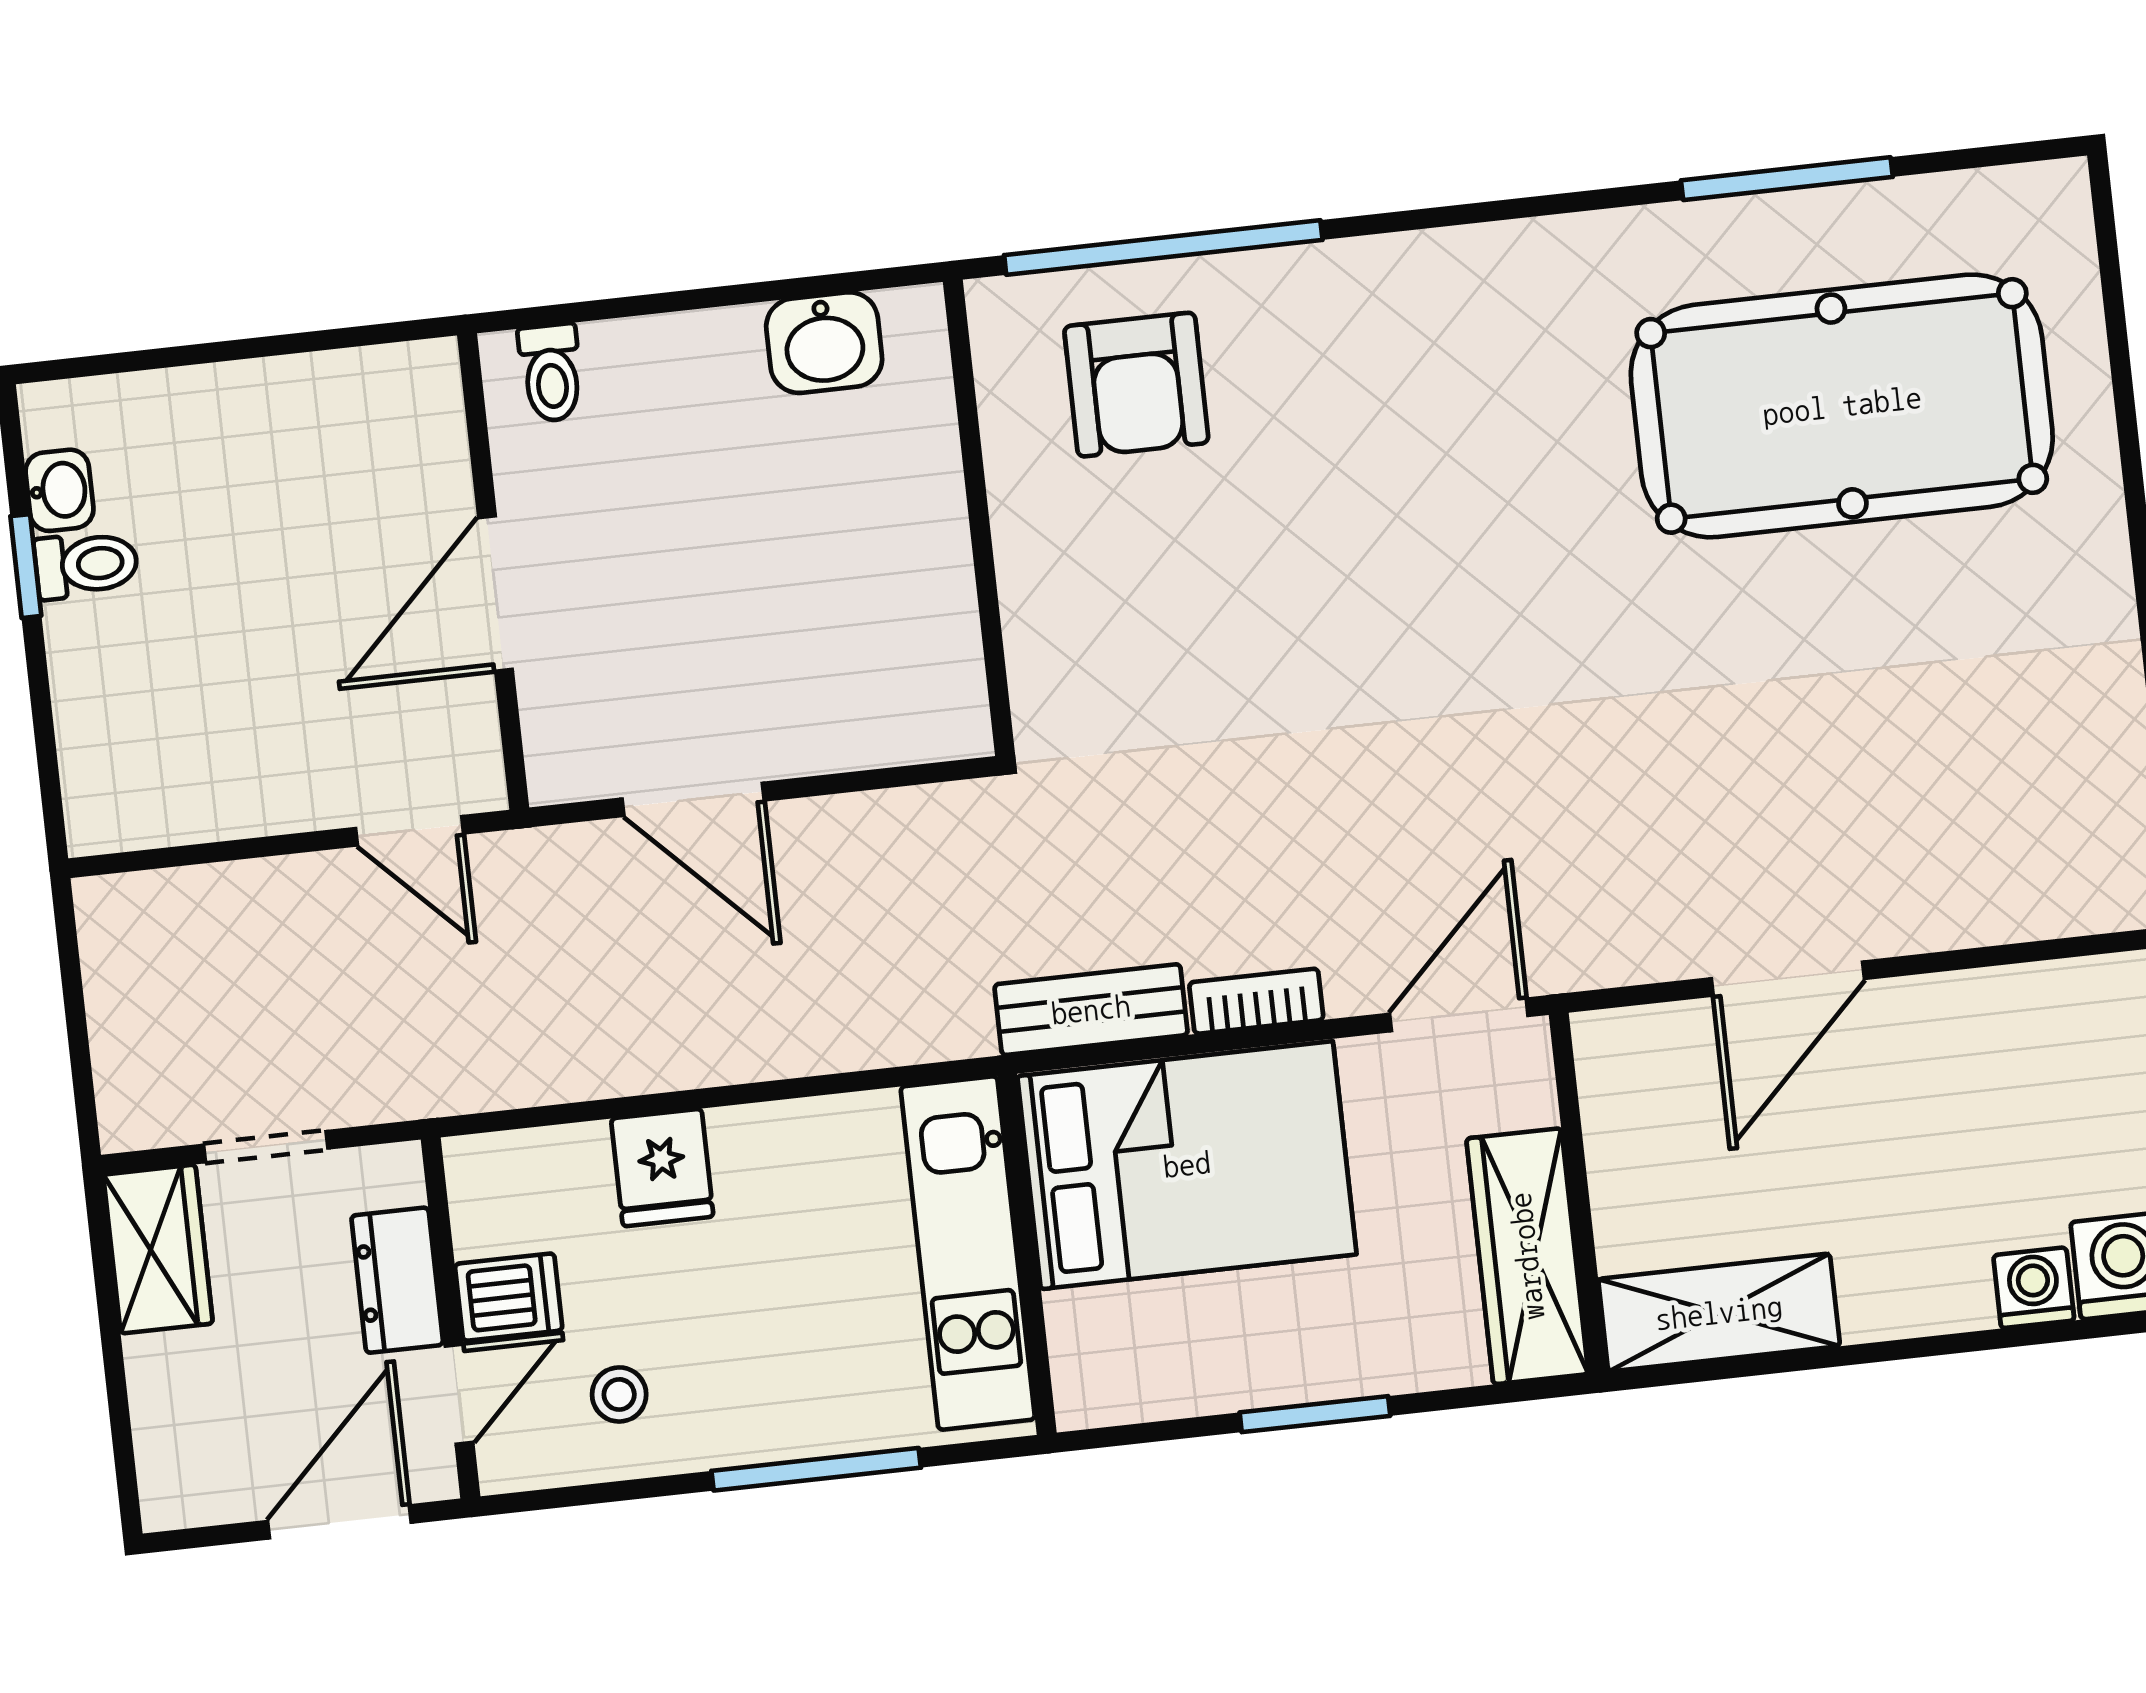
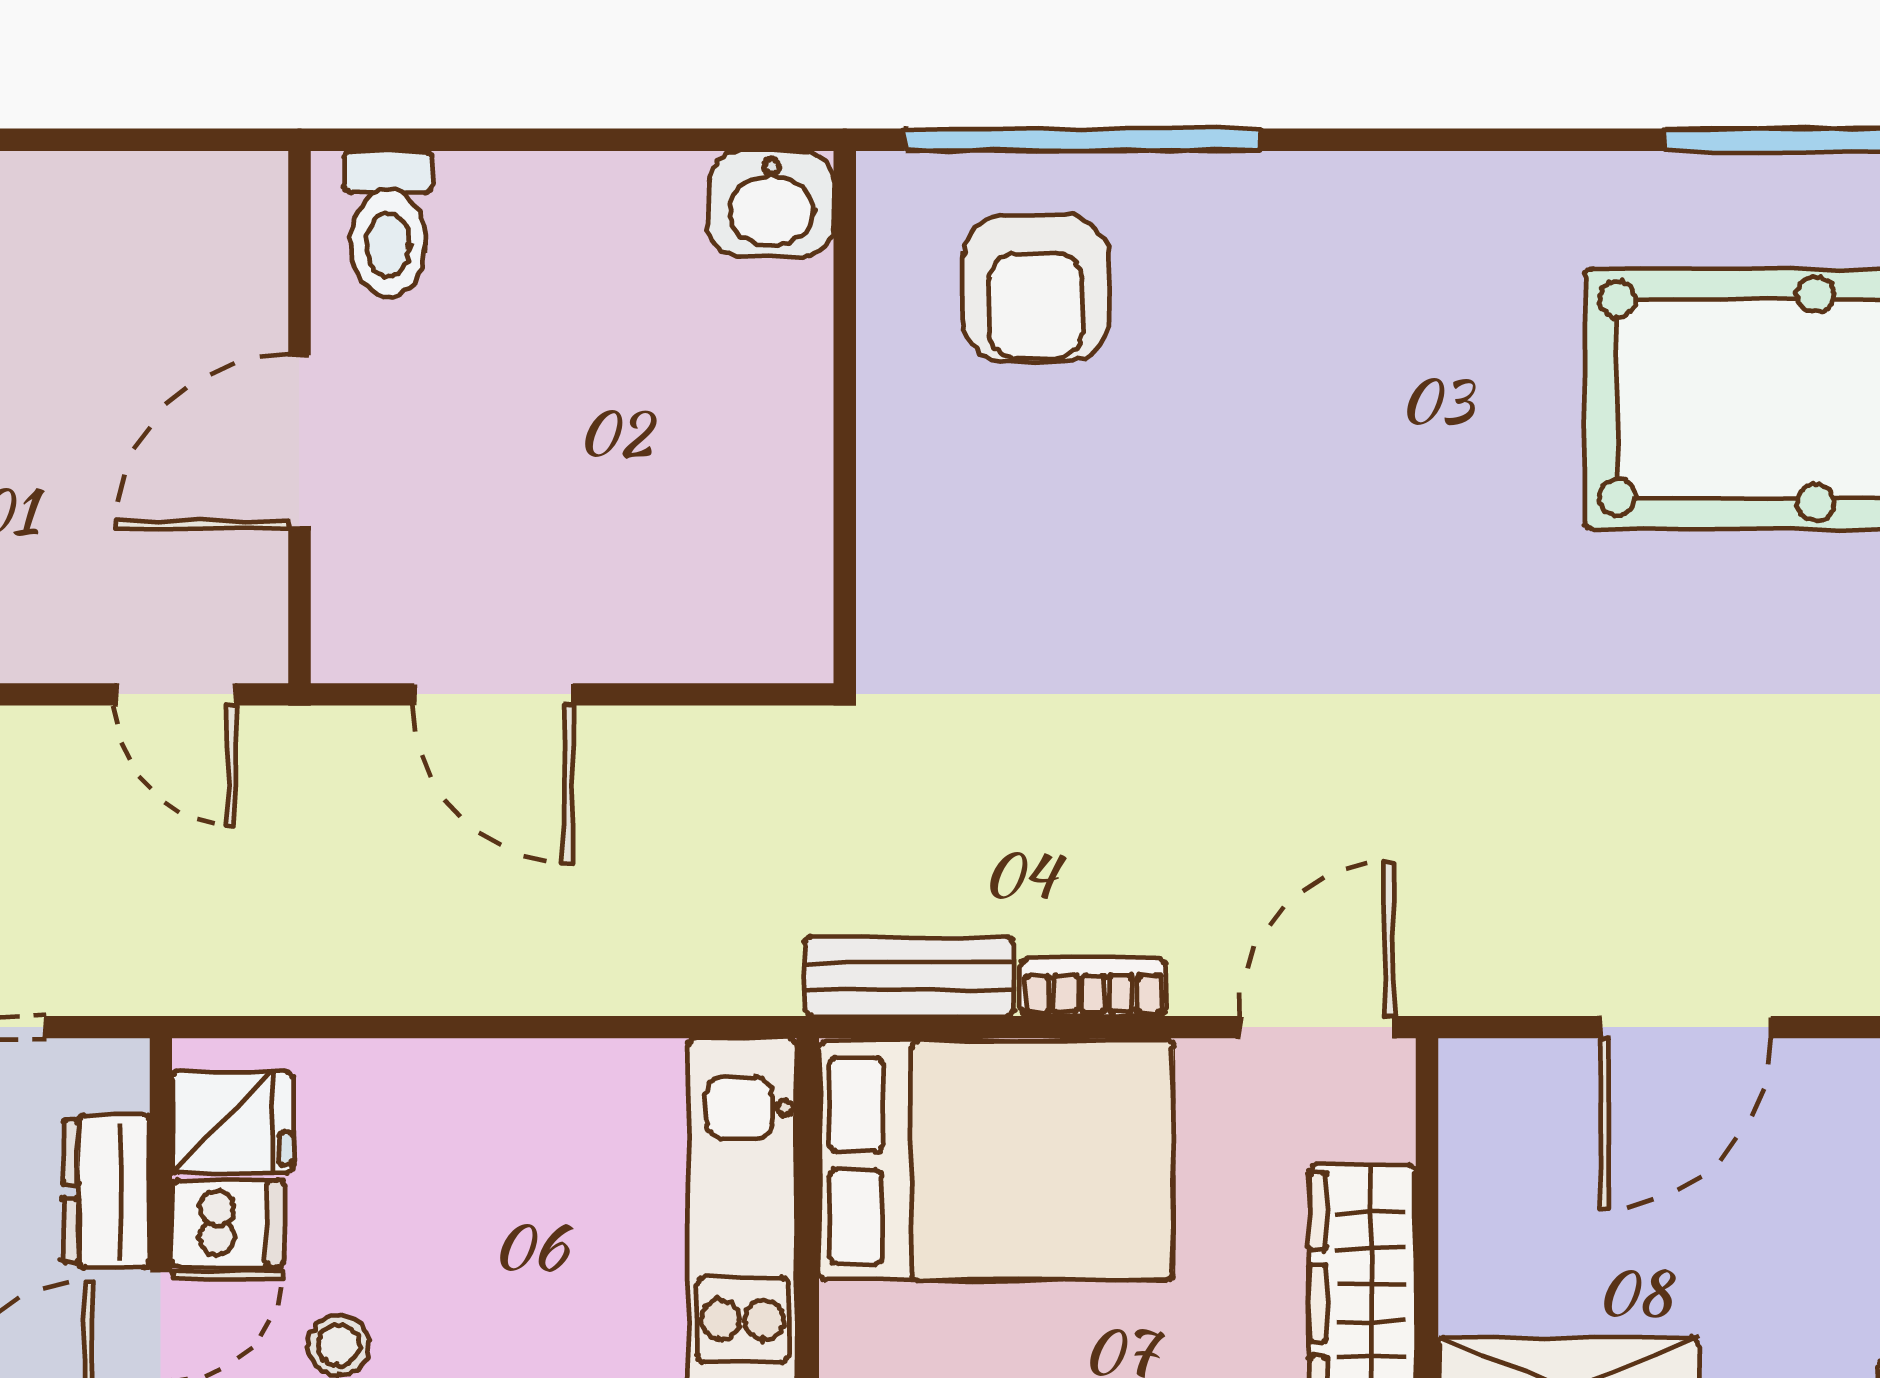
washbasin: (824, 343) -> (771, 204), moved
toilet: (551, 373) -> (388, 224), width x1.37, depth x1.39
fridge: (662, 1168) -> (233, 1122), moved, turned -90

